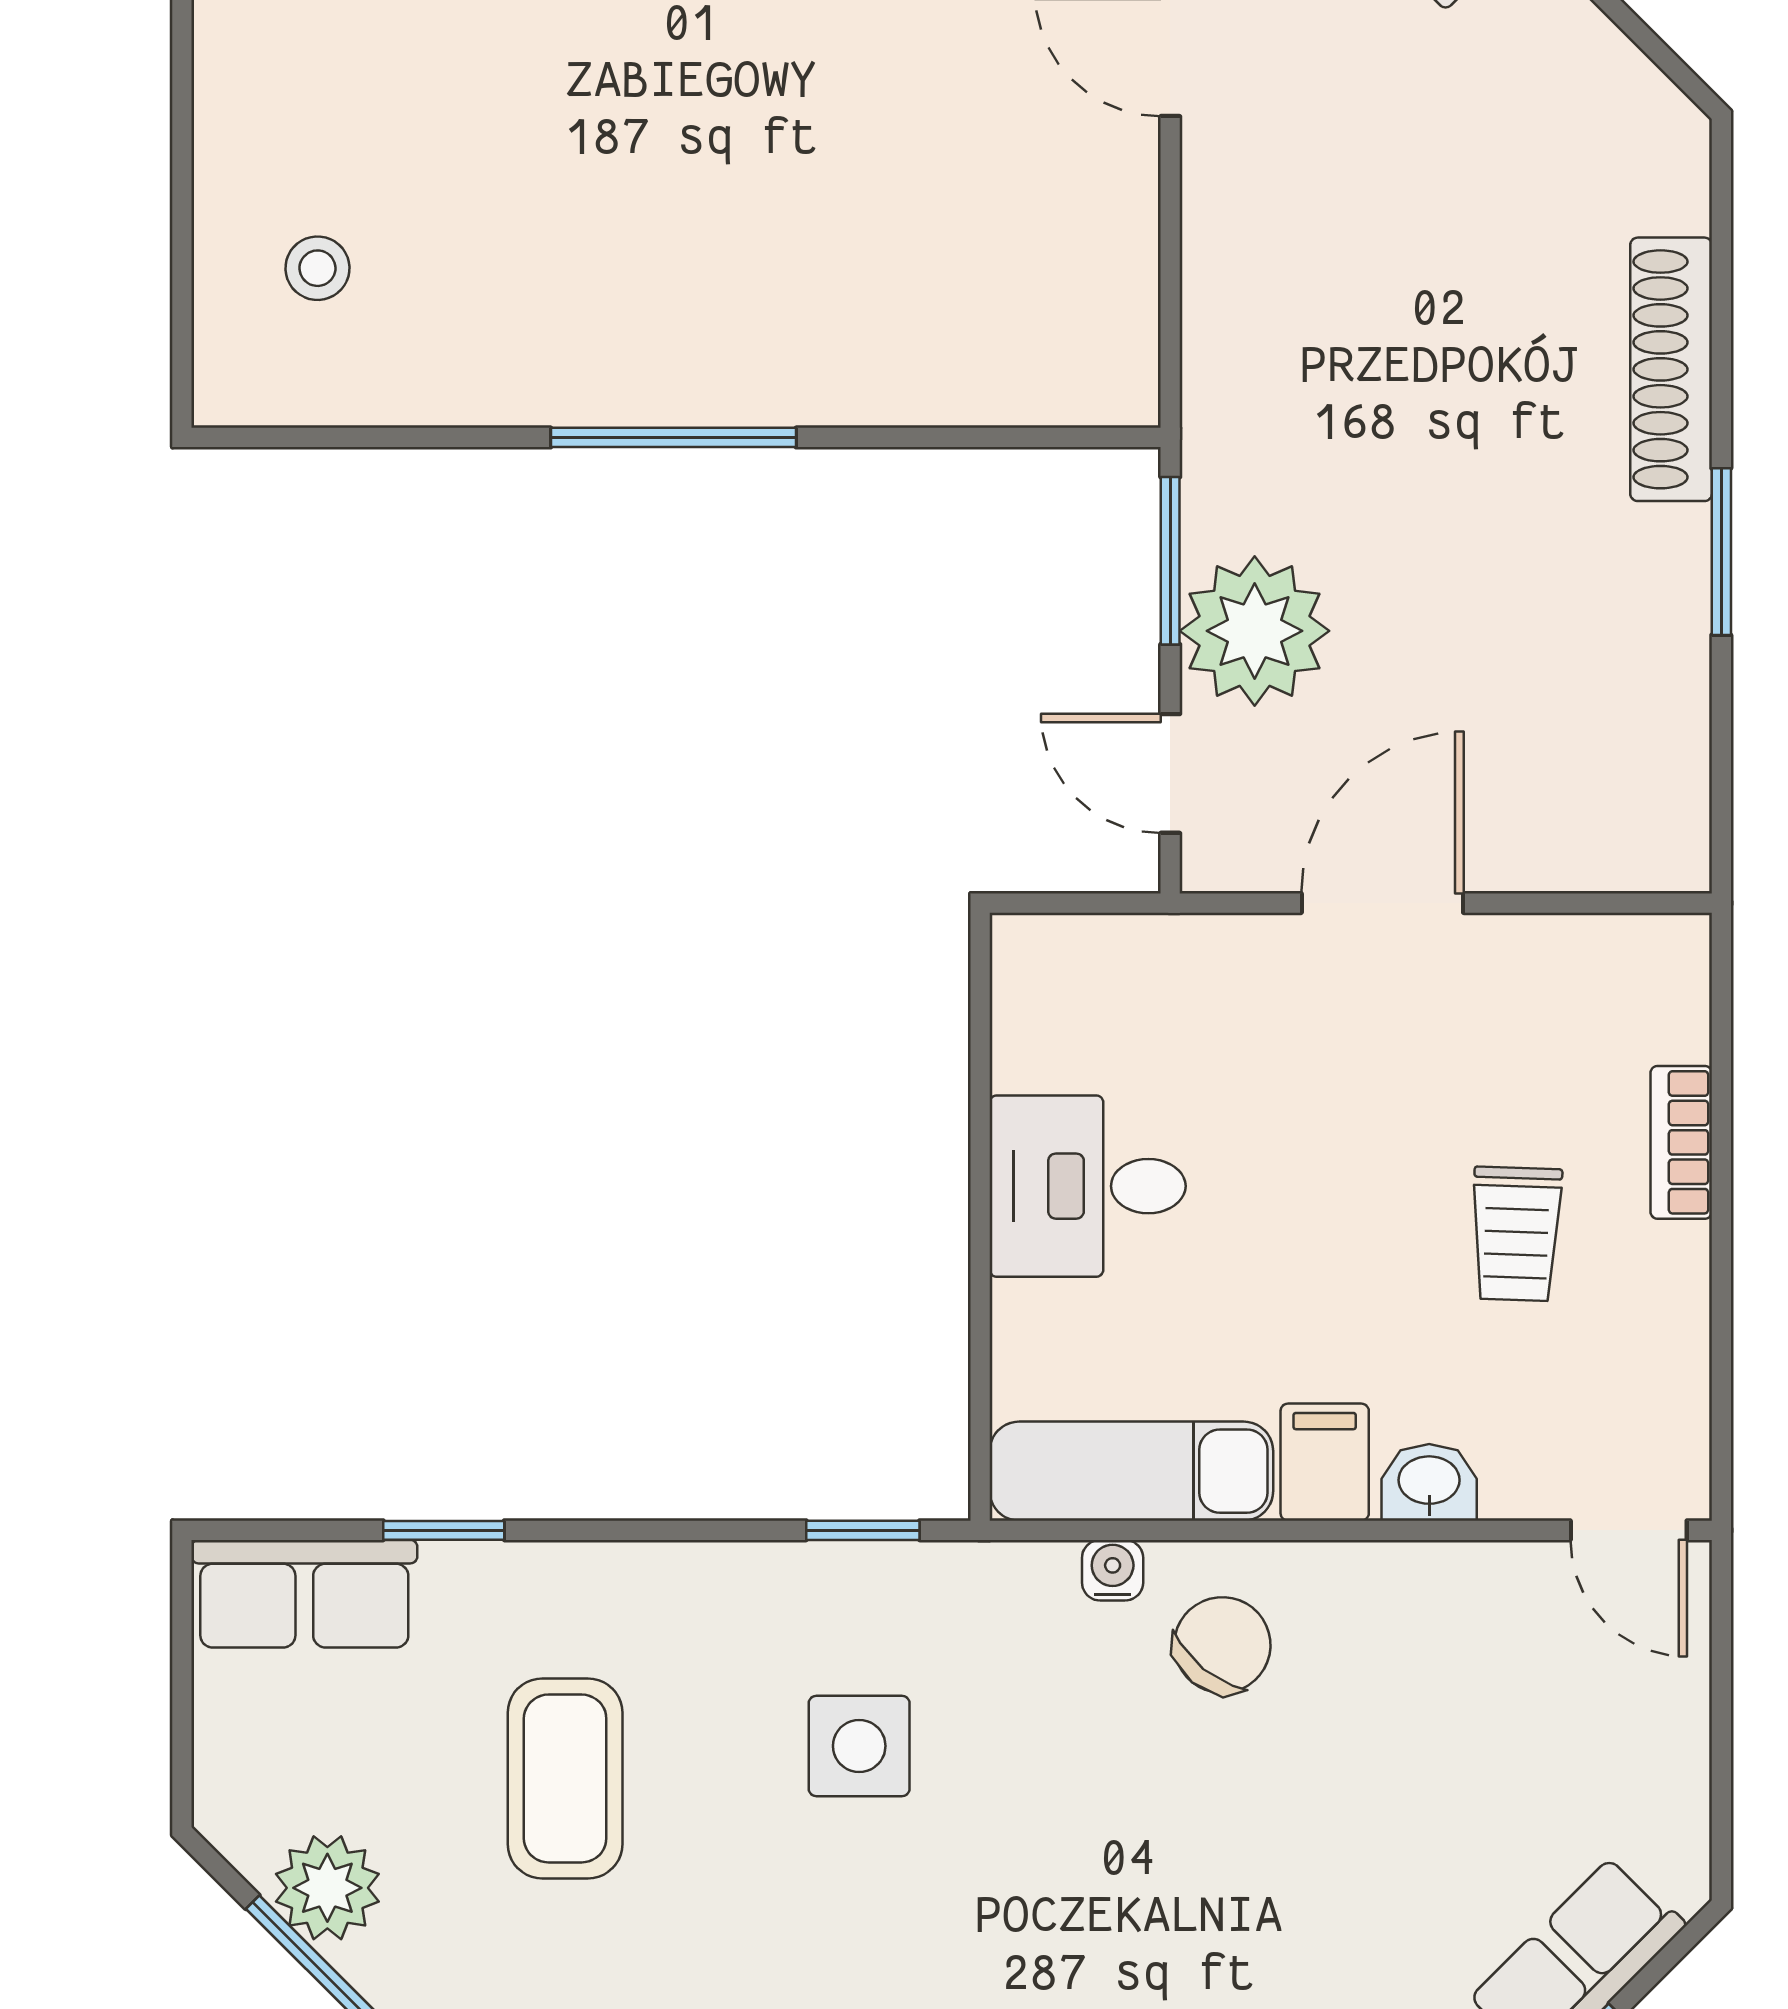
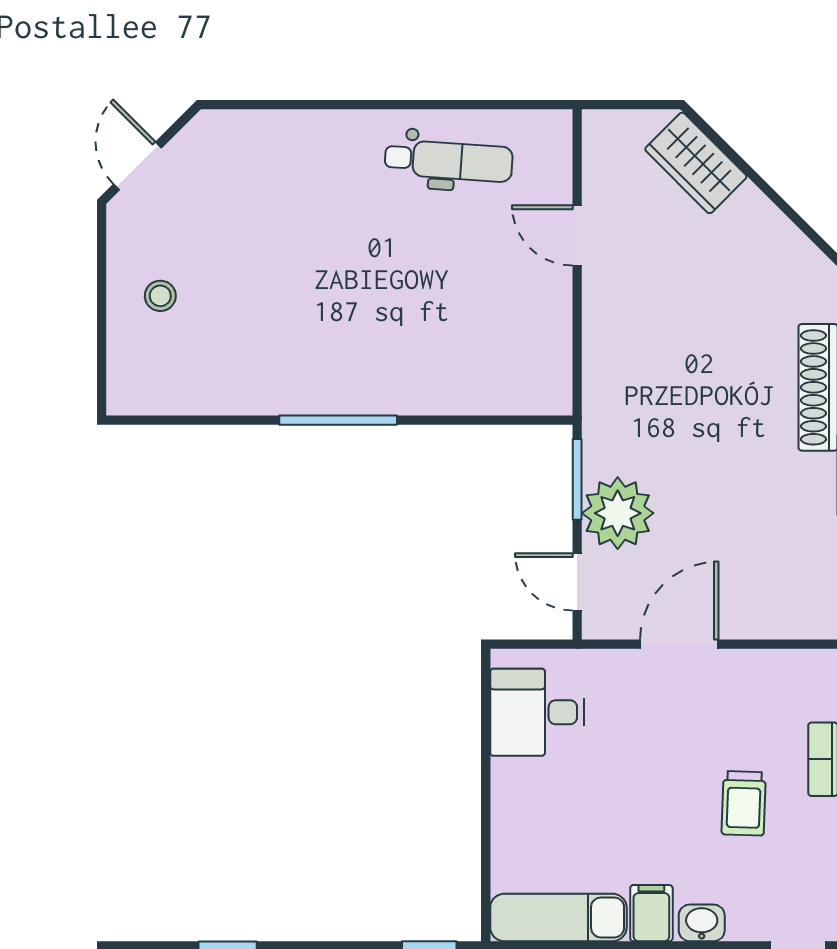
stool: (317, 268) -> (160, 296), moved
desk: (1088, 1186) -> (537, 712), moved

